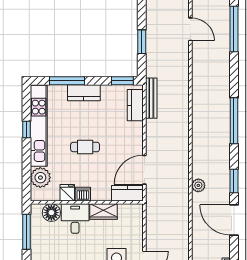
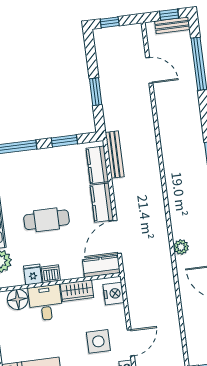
window: (122, 81) -> (64, 141), moved
kitchen counter: (84, 93) -> (102, 203), moved, turned 90
cafe table: (85, 147) -> (46, 220), width x1.37, depth x1.35
nightstand: (135, 218) -> (114, 294), added

